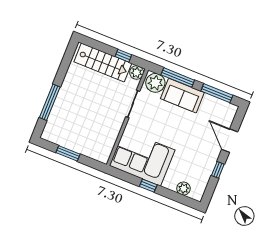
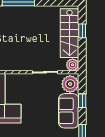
window: (123, 56) -> (82, 31), moved
window: (178, 77) -> (82, 101), width x0.46

